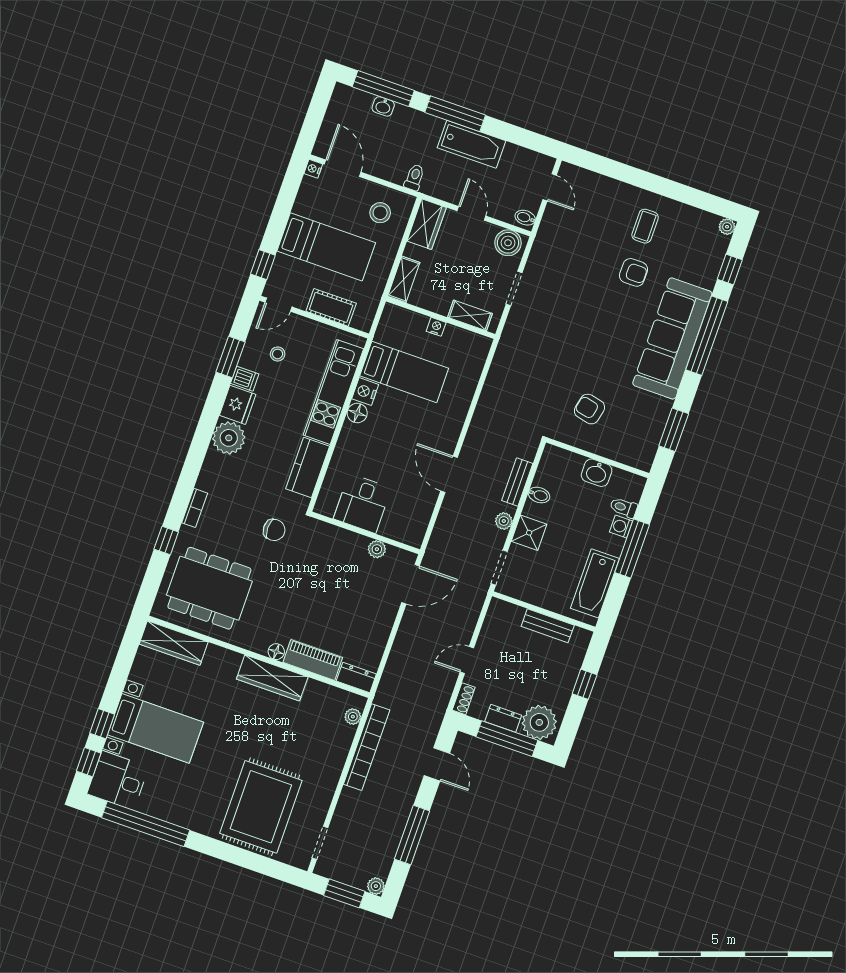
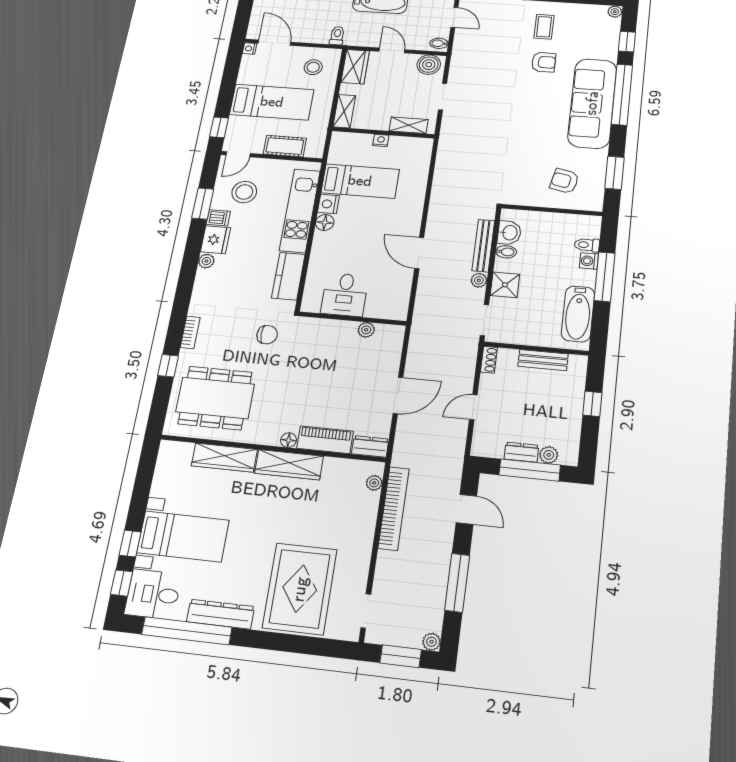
stool: (278, 354) -> (244, 192), width x1.89, depth x1.89
armchair: (589, 409) -> (564, 181), moved
plant: (229, 438) -> (206, 261), width x0.53, depth x0.53
washbasin: (597, 473) -> (509, 233), moved, turned -90
bench: (517, 482) -> (483, 246), width x1.36
door: (411, 584) -> (398, 395), moved
wardrobe: (174, 643) -> (224, 458), moved
shoe rack: (464, 699) -> (489, 360), moved
plant: (539, 722) -> (549, 455), width x0.53, depth x0.53
dresser: (181, 815) -> (220, 614), added

